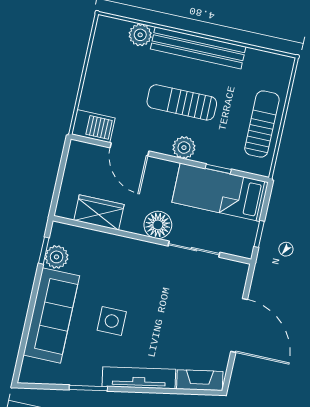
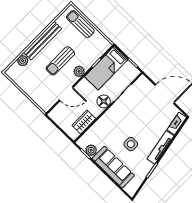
sun lounger: (262, 124) -> (80, 24), moved
barbecue: (93, 126) -> (48, 102), removed

